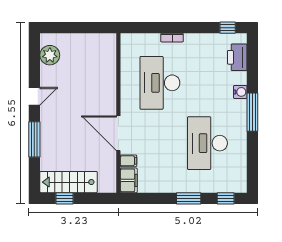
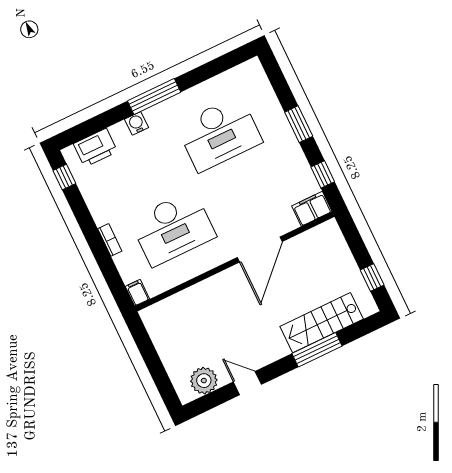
door: (34, 96) -> (247, 383), moved
filing cabinet: (129, 161) -> (137, 293), moved
stairs: (68, 182) -> (322, 323), moved, turned 90
window: (226, 198) -> (323, 174), moved

